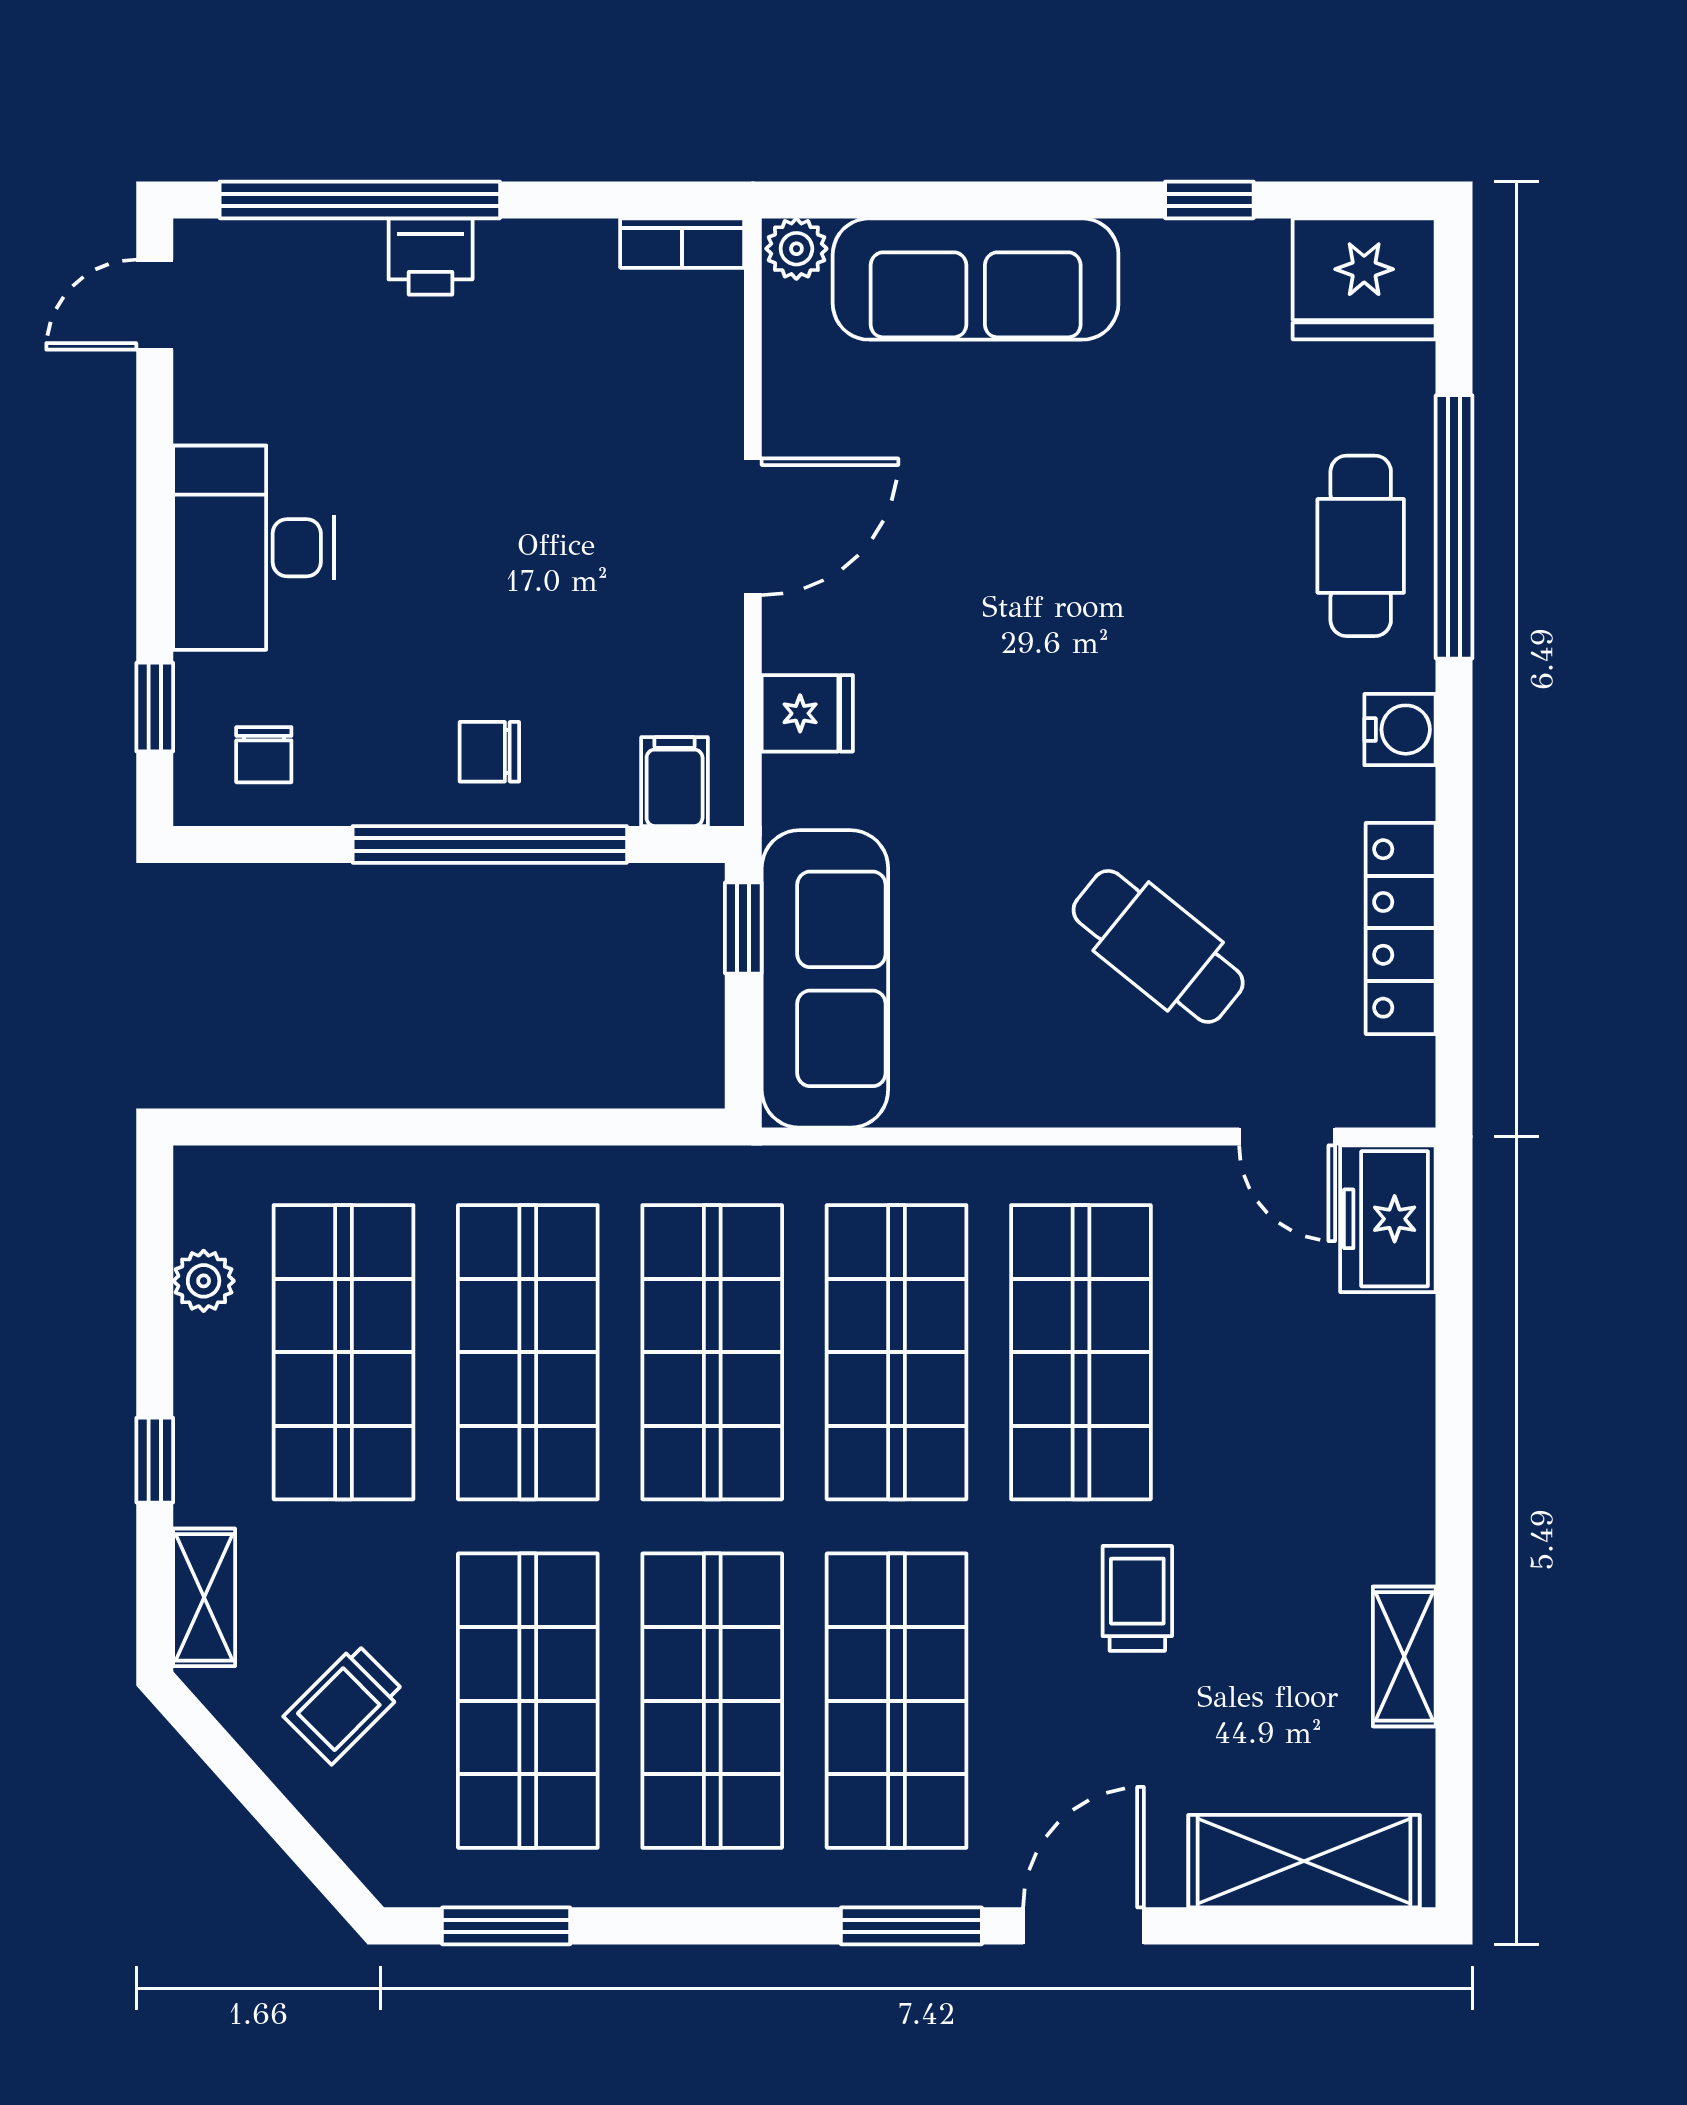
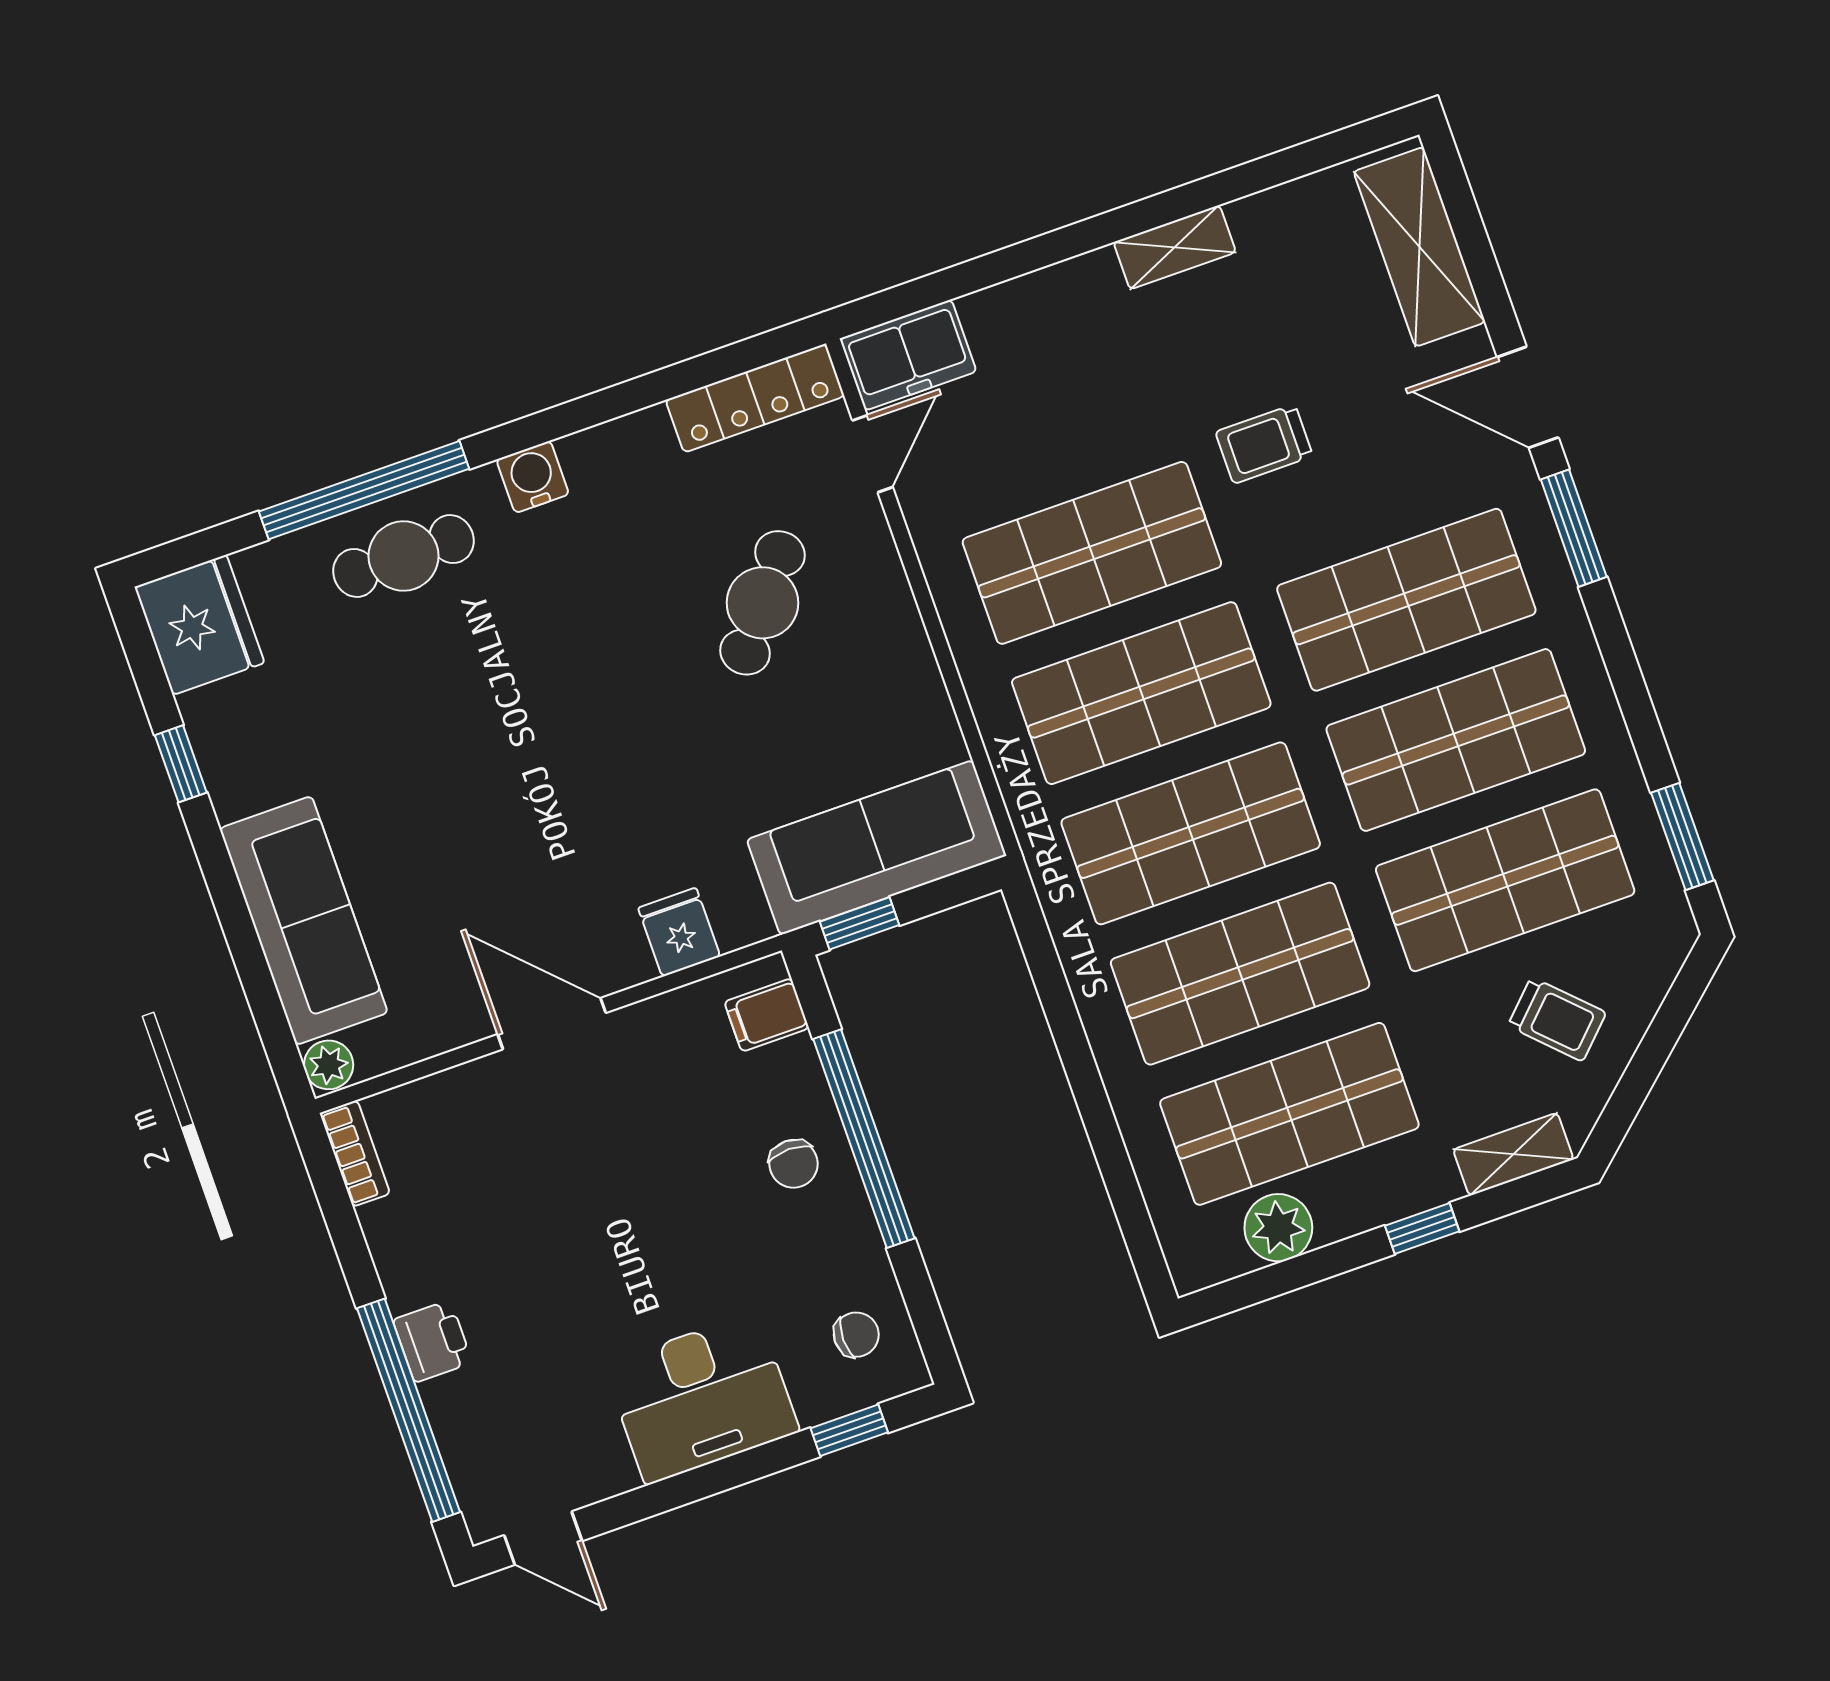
locker: (1401, 928) -> (755, 398), moved
plant: (204, 1281) -> (1278, 1228), width x1.38, depth x1.38
shelving: (1404, 1656) -> (1175, 247), moved

